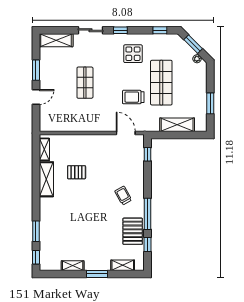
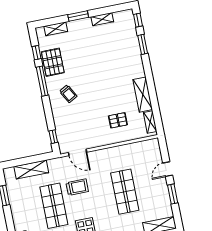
shop shelf: (85, 83) -> (125, 192), width x1.43, depth x1.36
pallet: (77, 172) -> (118, 120), moved

